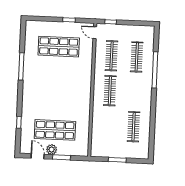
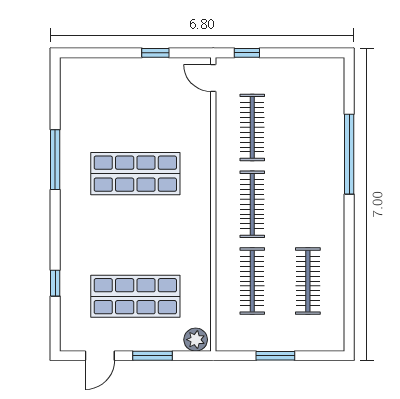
shop shelf: (59, 47) -> (135, 174), moved
clothes rail: (137, 57) -> (252, 281), moved
plant: (52, 150) -> (196, 340), moved
door: (38, 156) -> (100, 356), swing flipped

